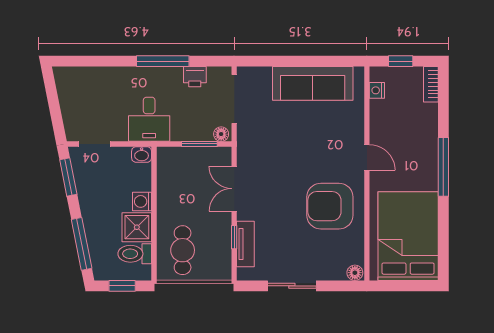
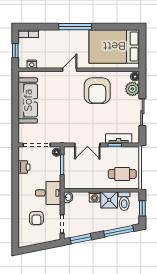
window: (163, 61) -> (15, 185), removed
armchair: (105, 99) -> (36, 218), added
plant: (333, 268) -> (132, 89), added

